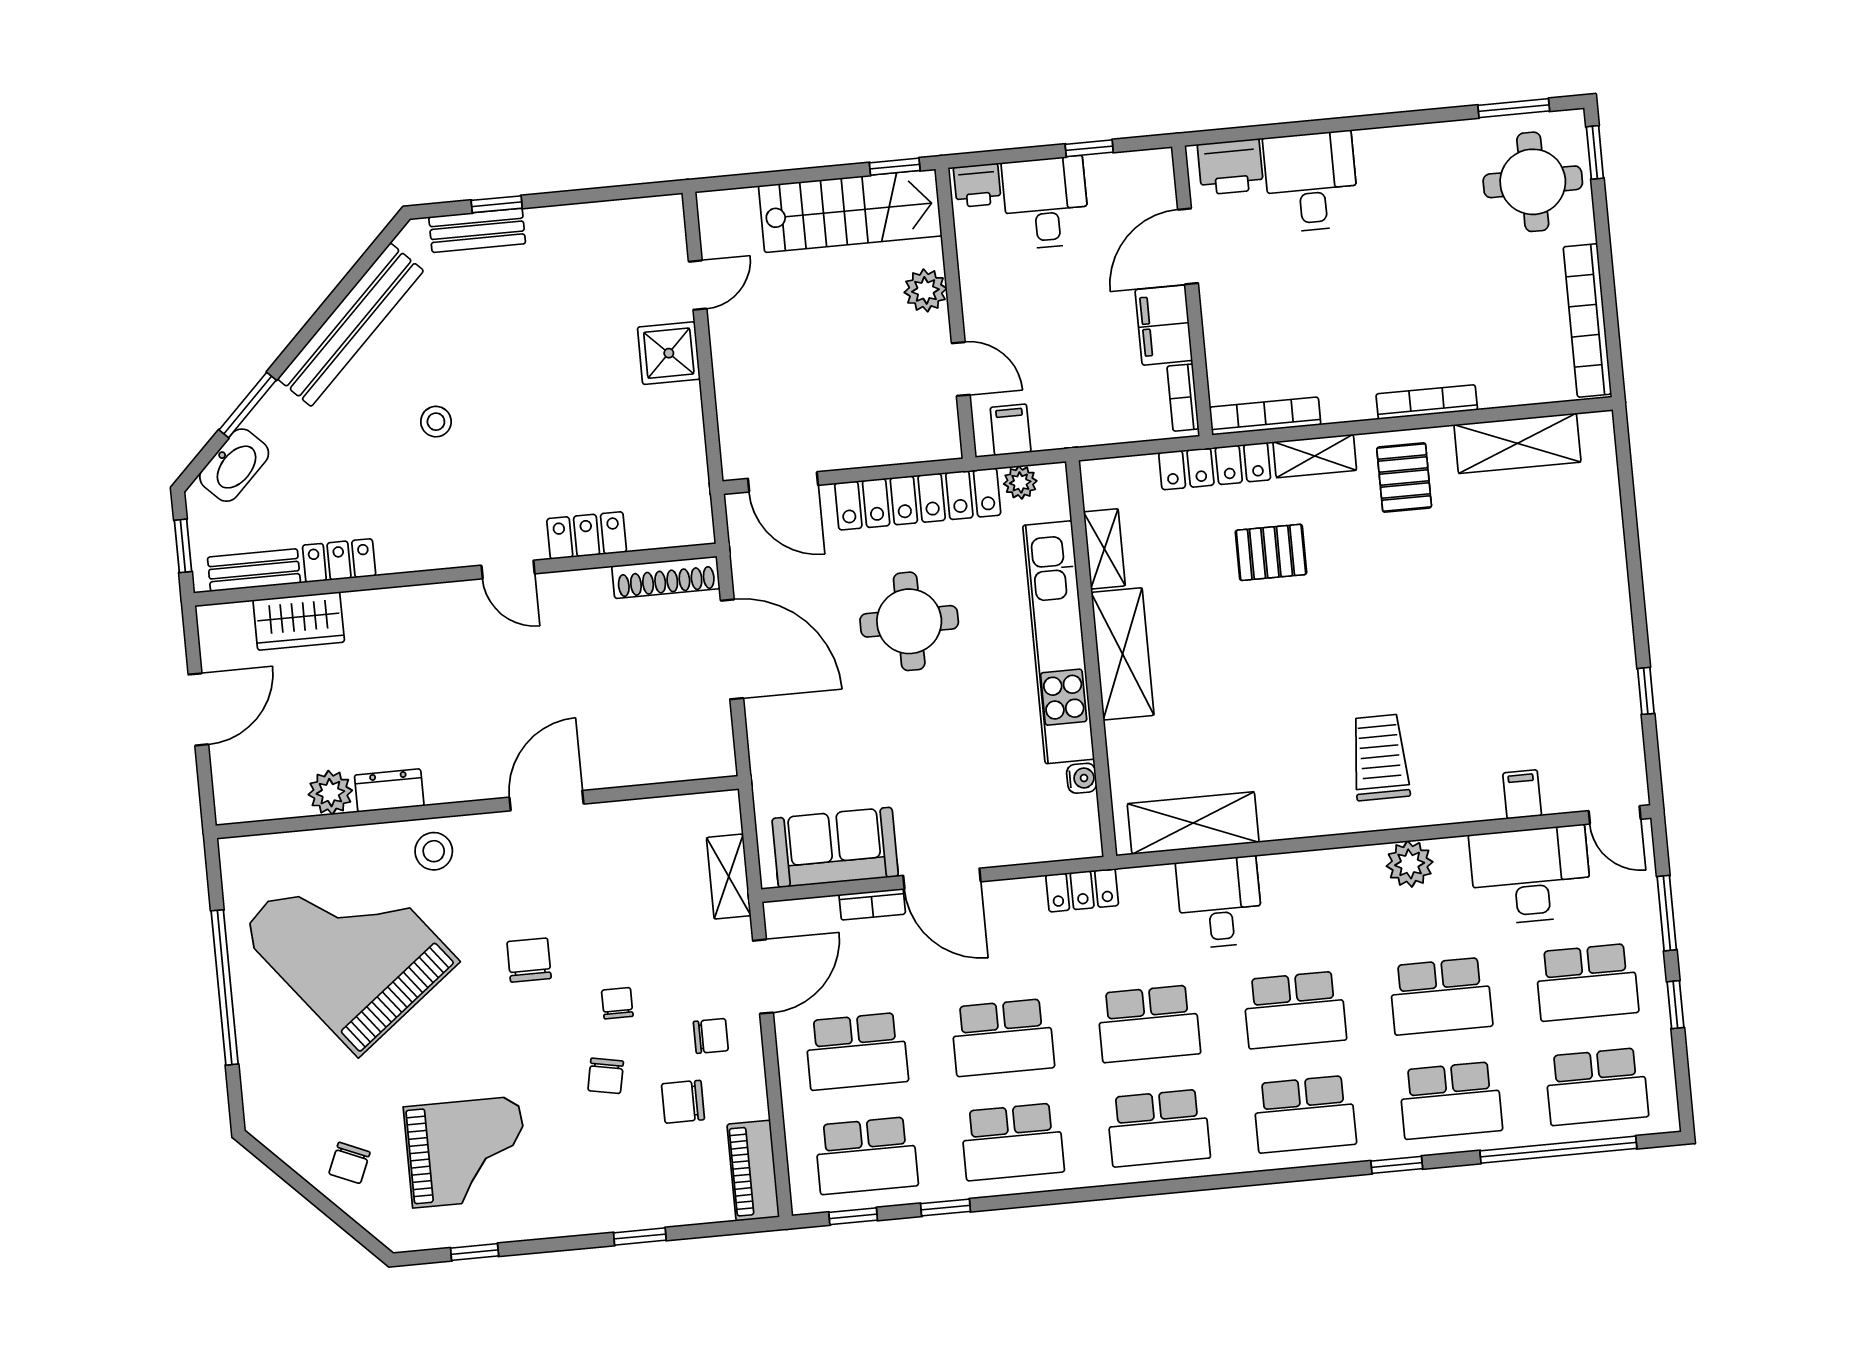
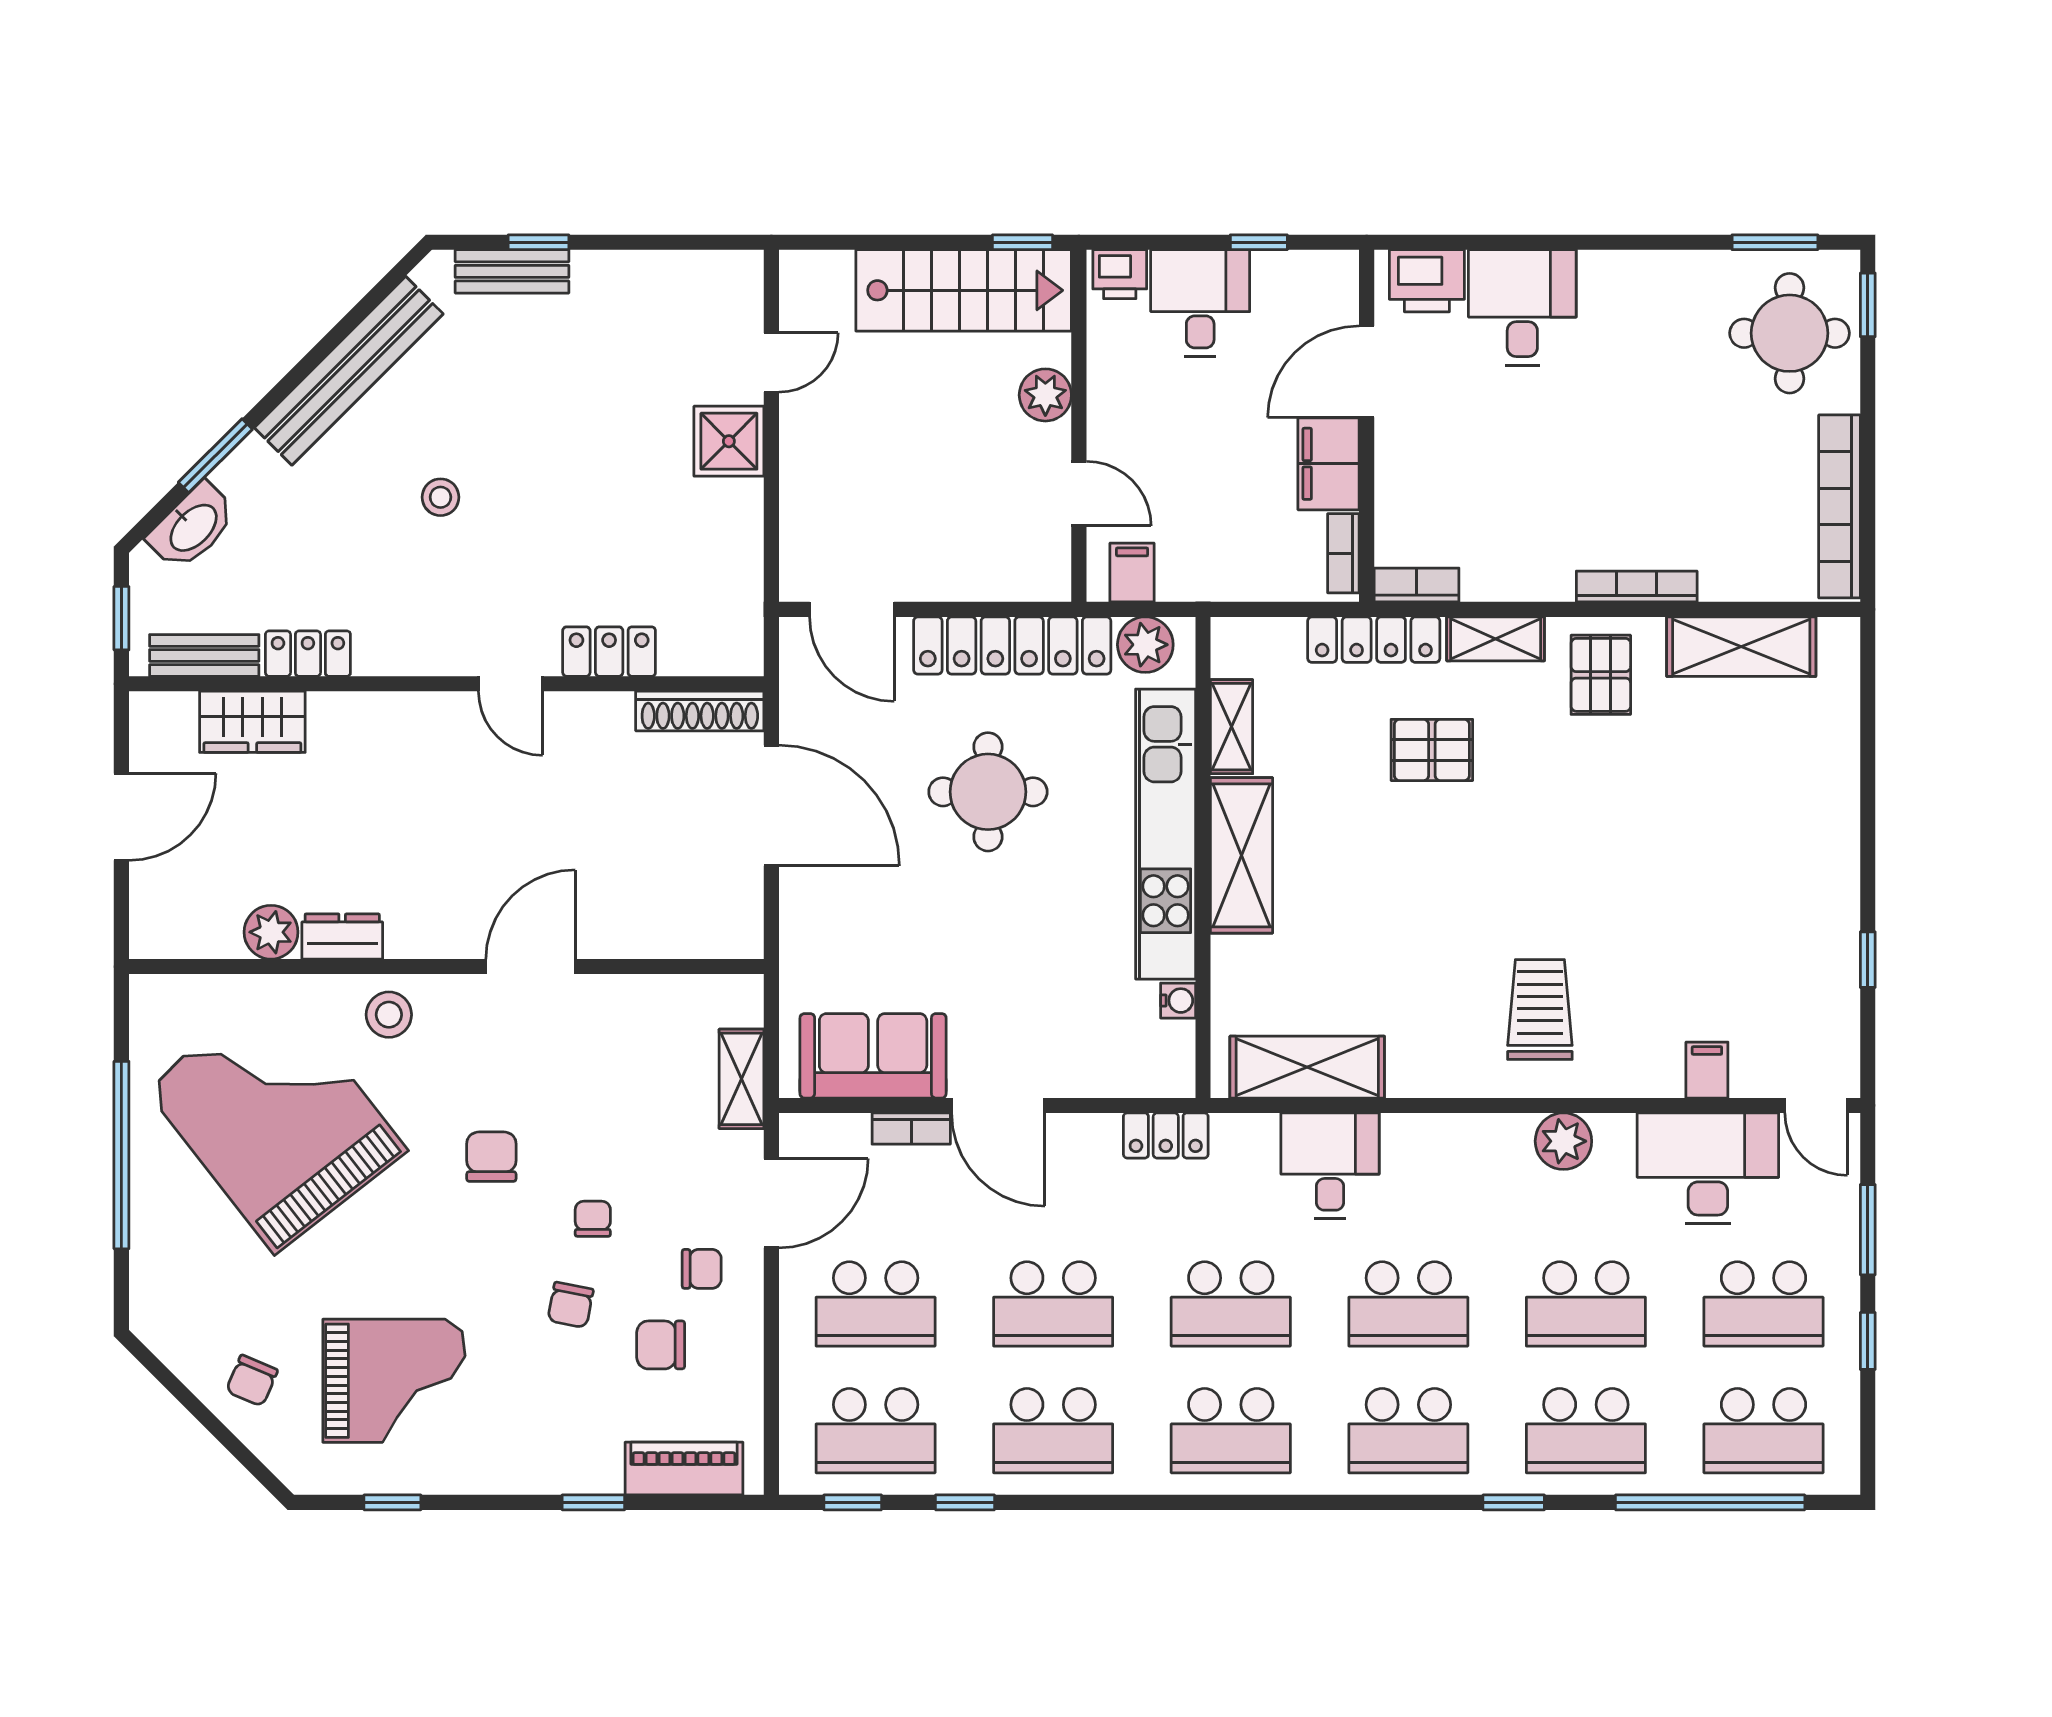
bookcase: (1265, 416) -> (1416, 585), width x0.64
plant: (1020, 482) -> (1145, 645), width x1.38, depth x1.38
piano: (753, 1171) -> (684, 1469), moved, turned 90

